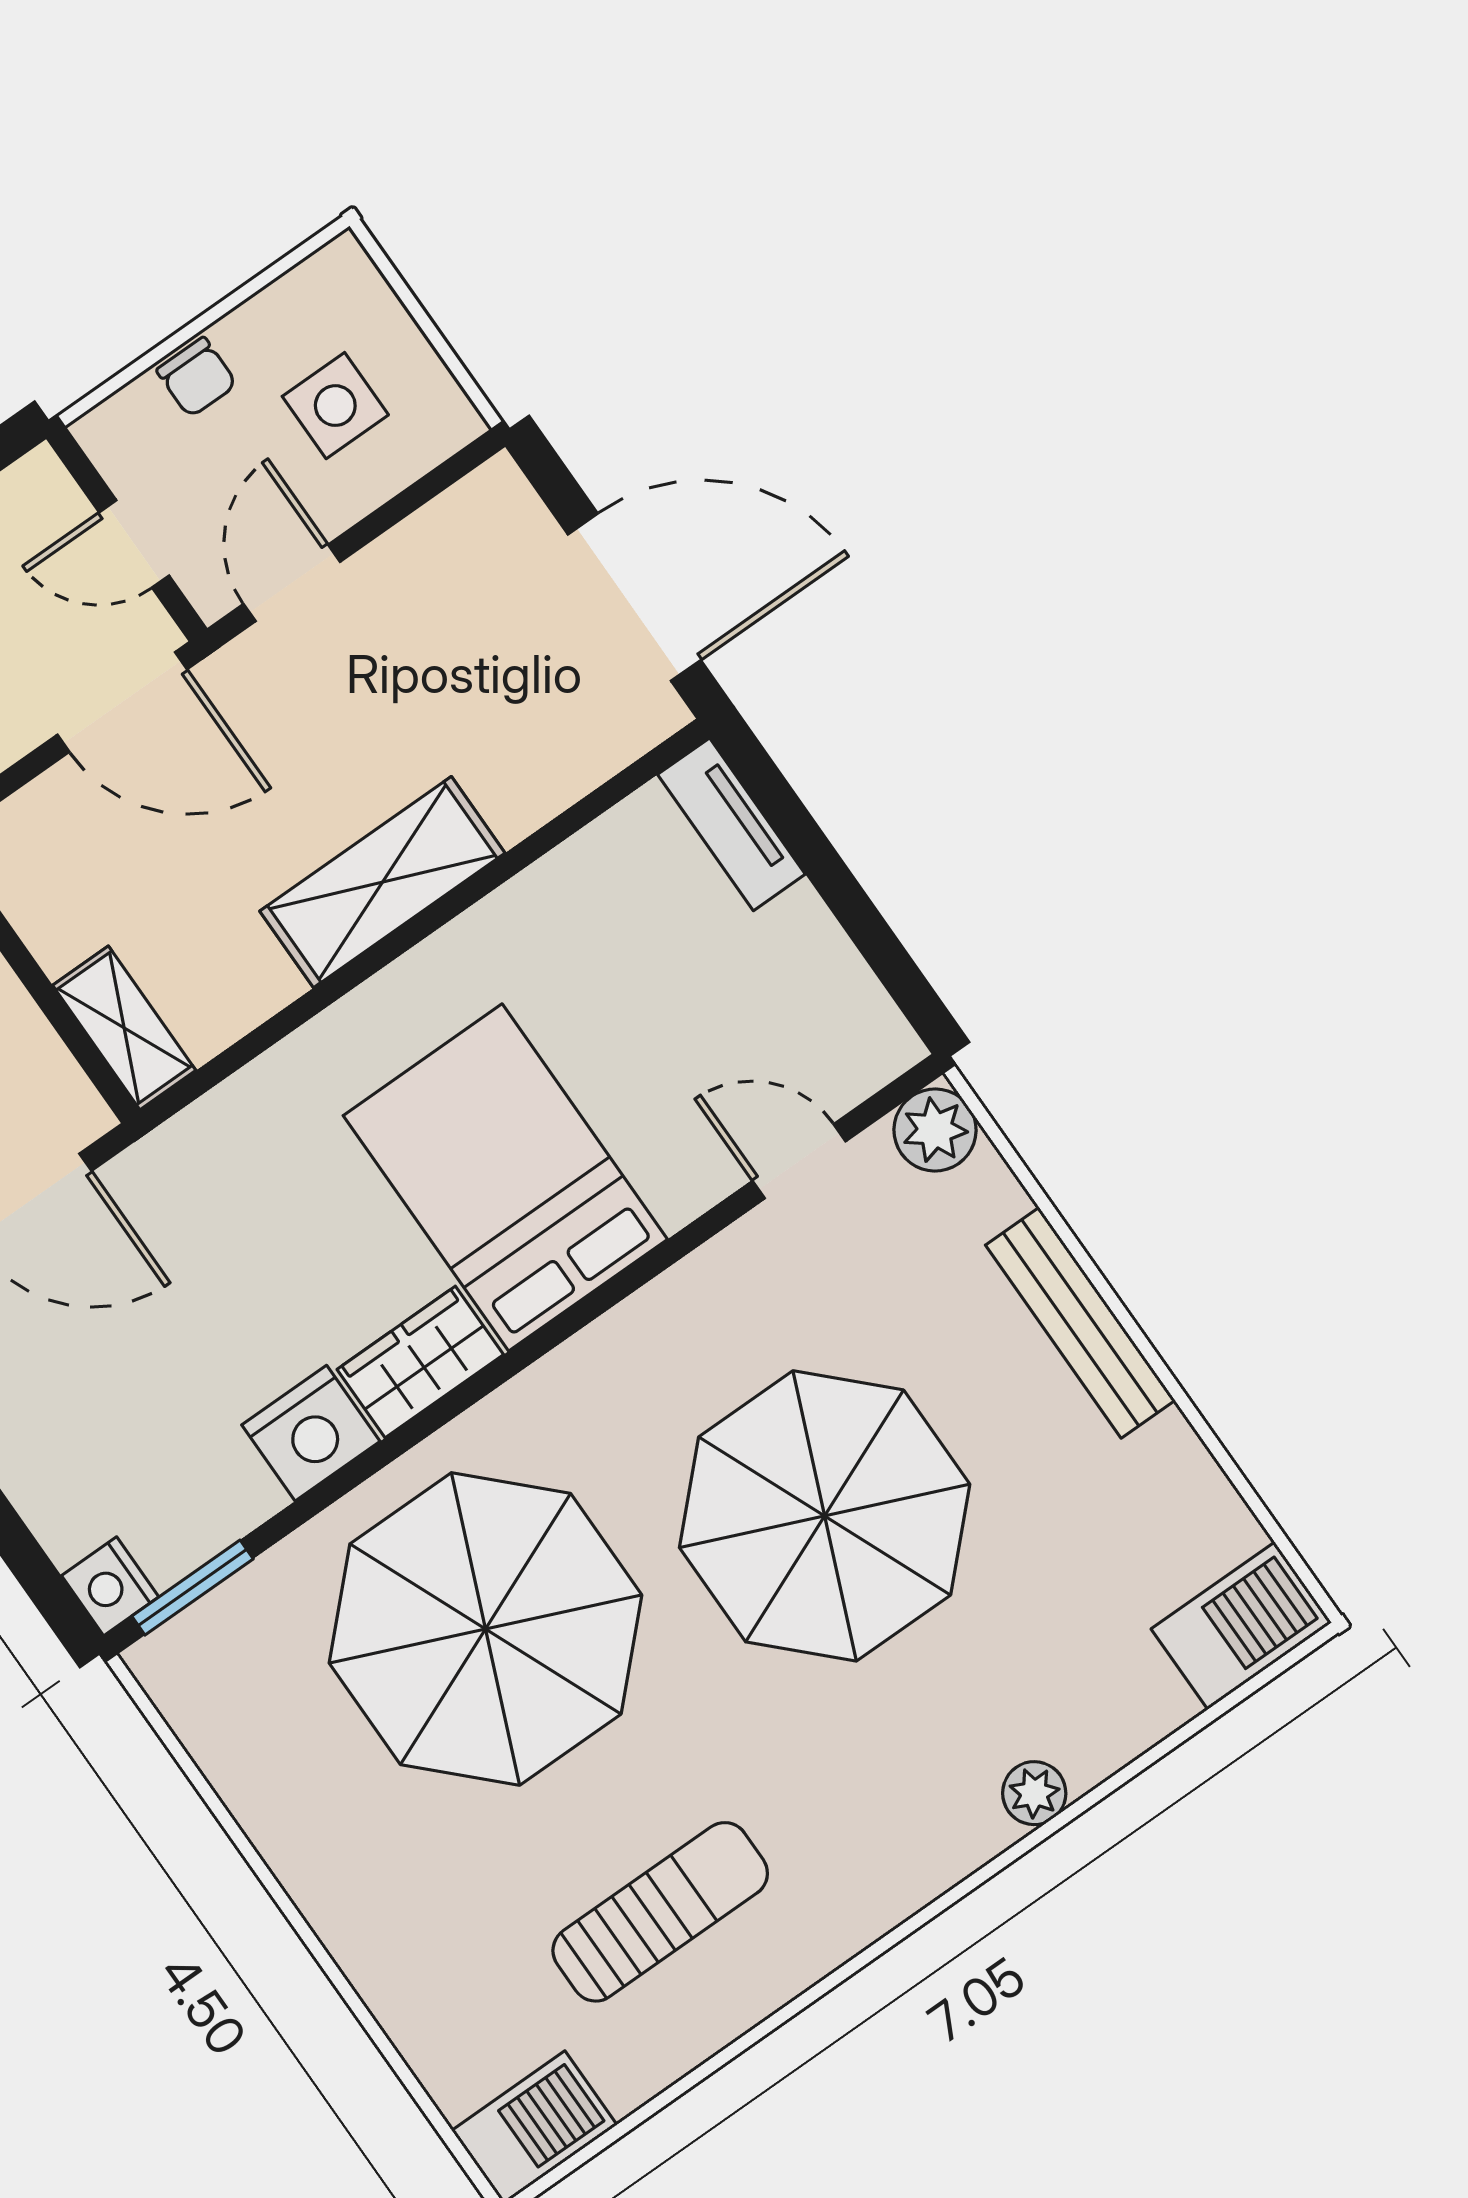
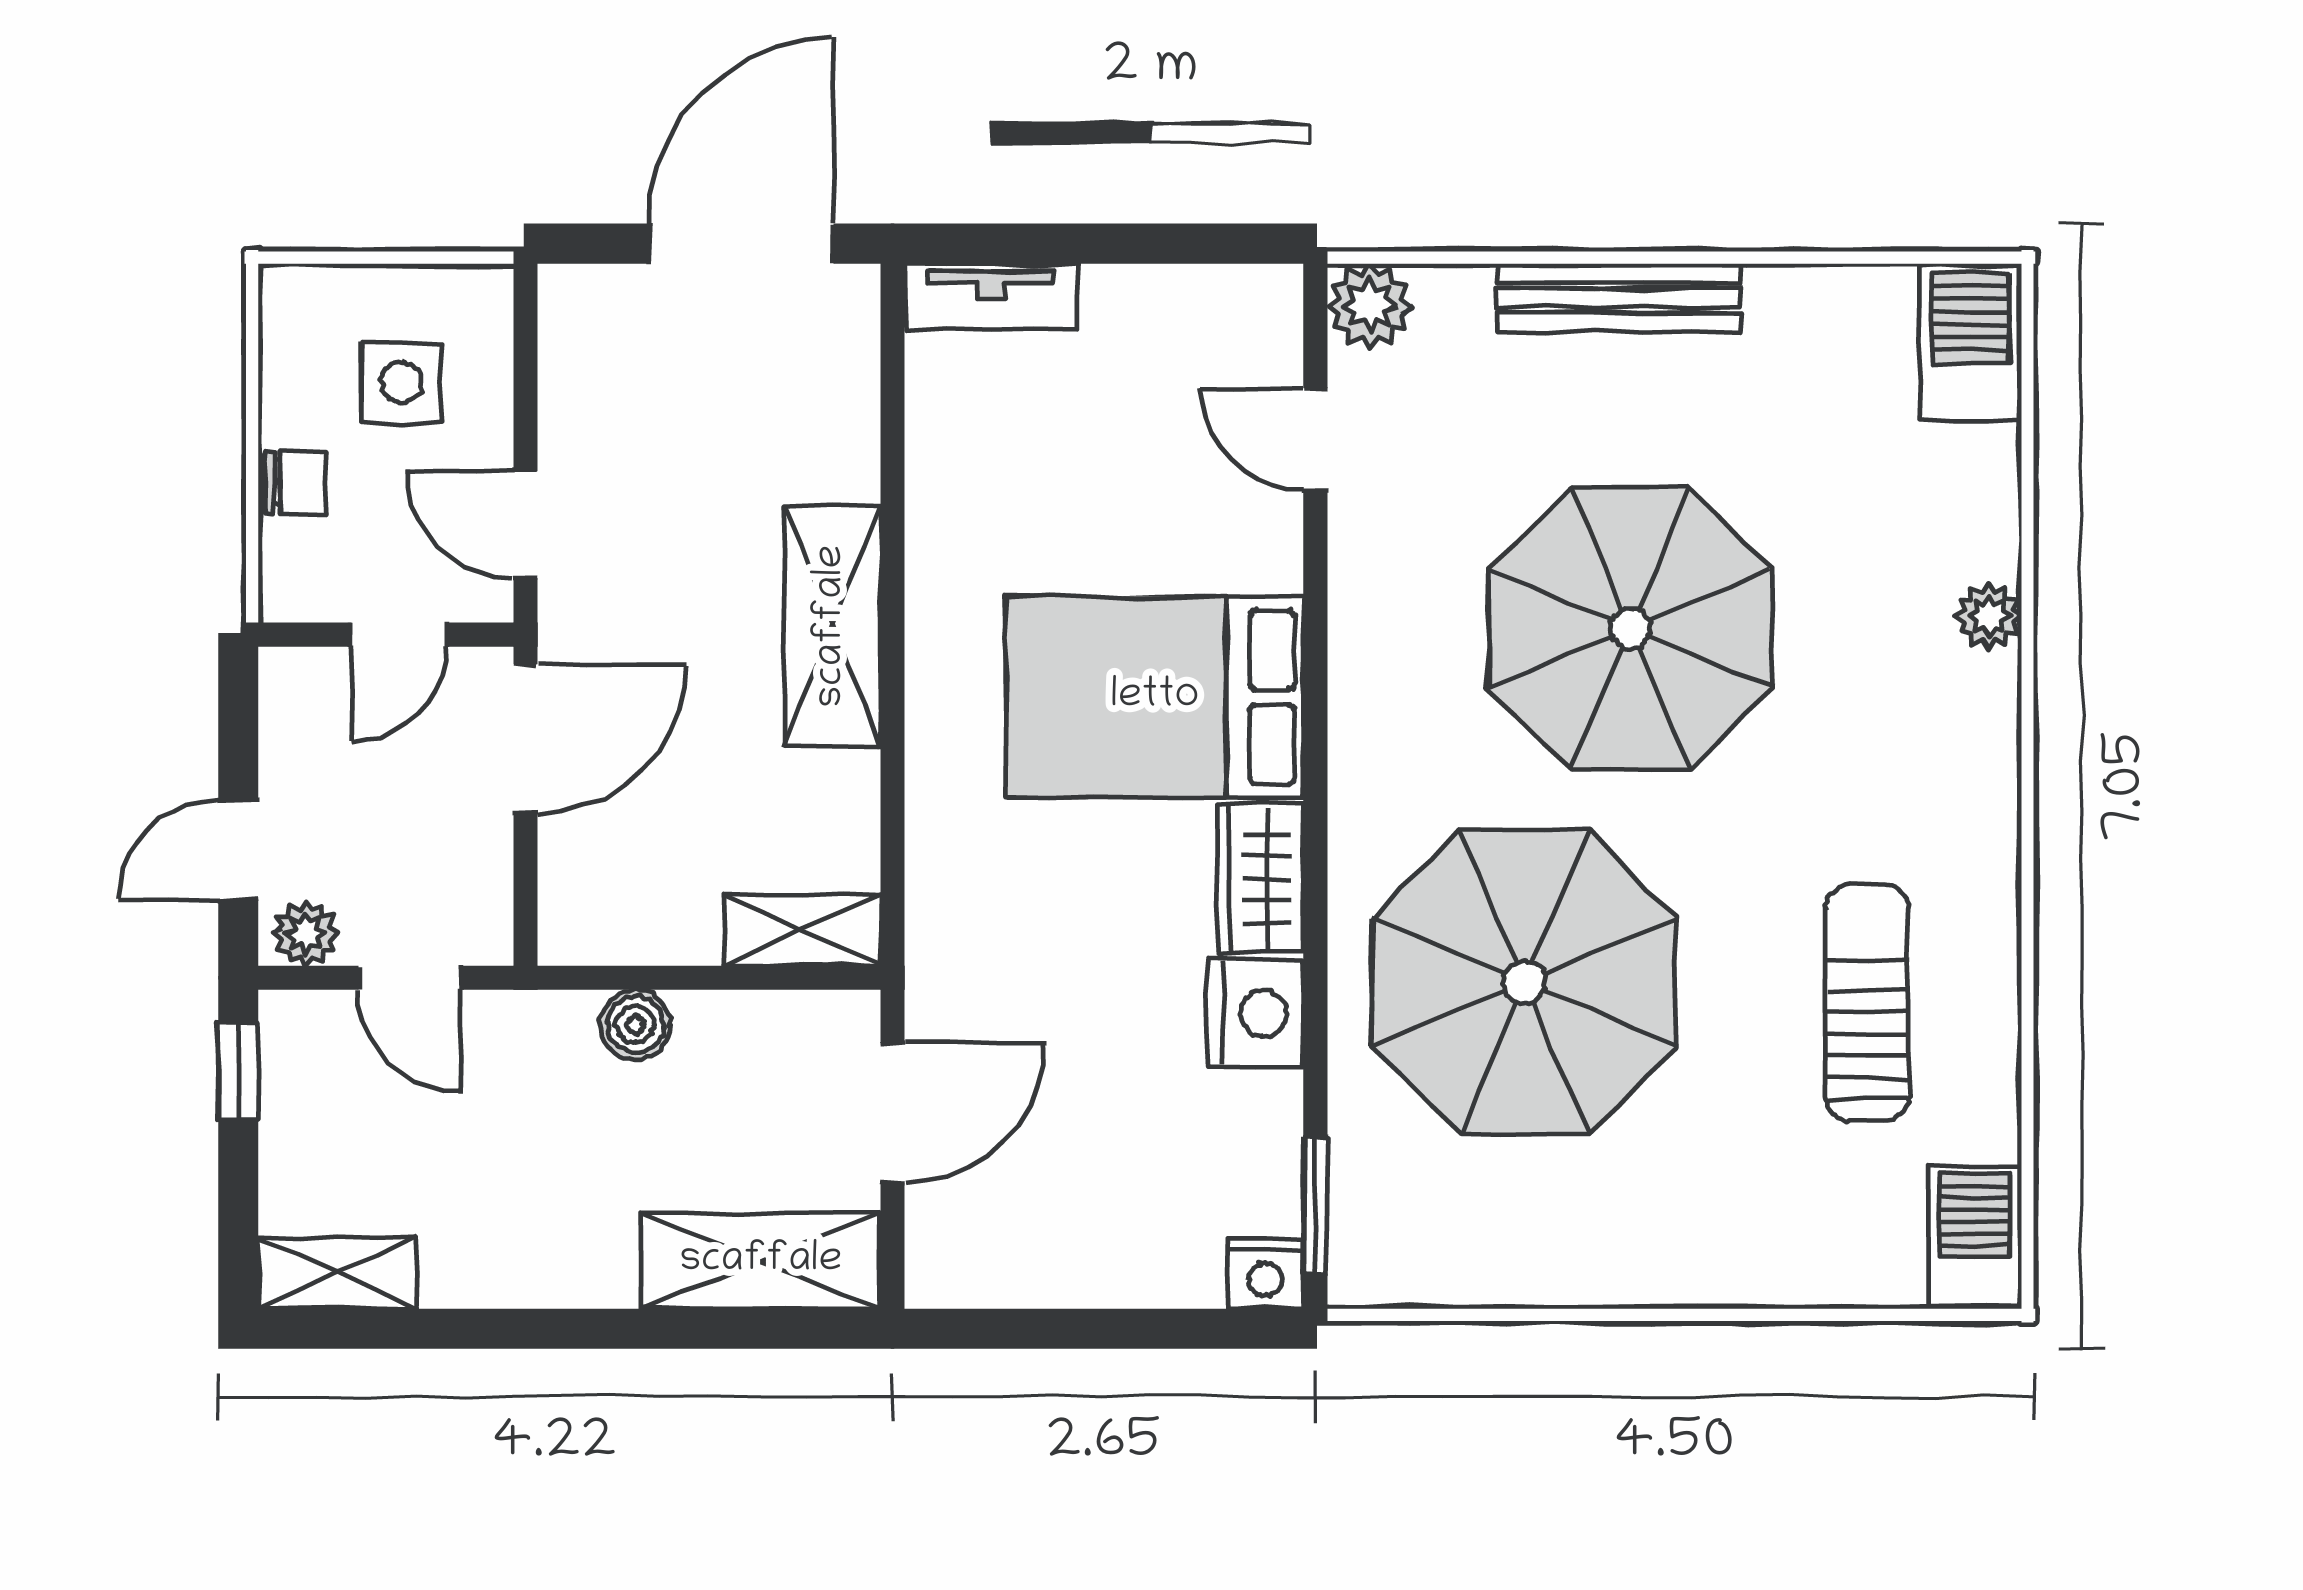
door: (799, 1161) -> (1315, 439), hinge flipped

